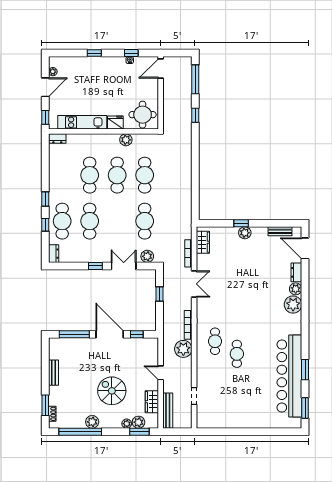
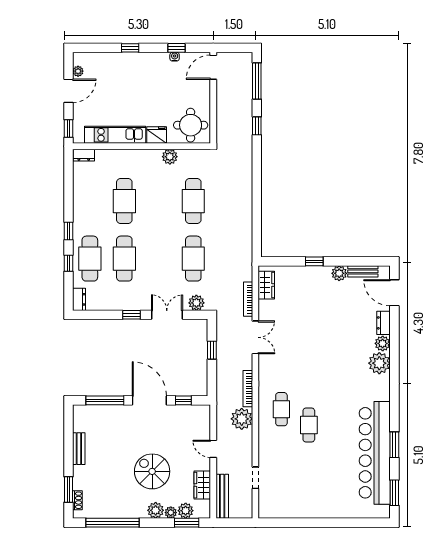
cafe table: (117, 175) -> (159, 201), removed
plant: (245, 233) -> (339, 273), moved
plant: (92, 422) -> (156, 510), moved

